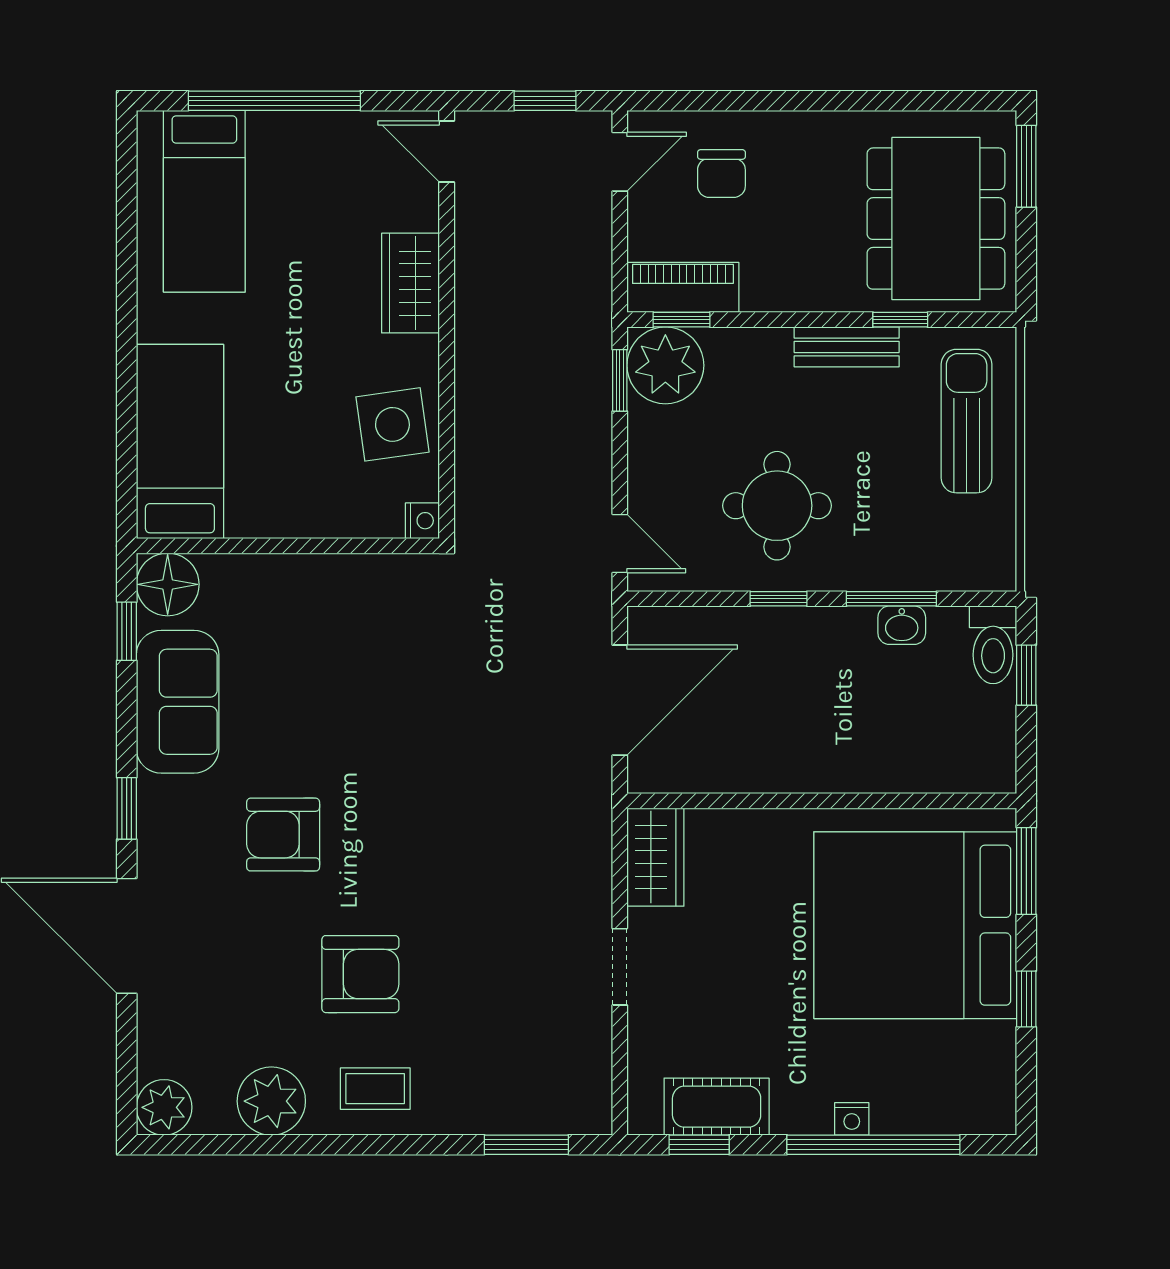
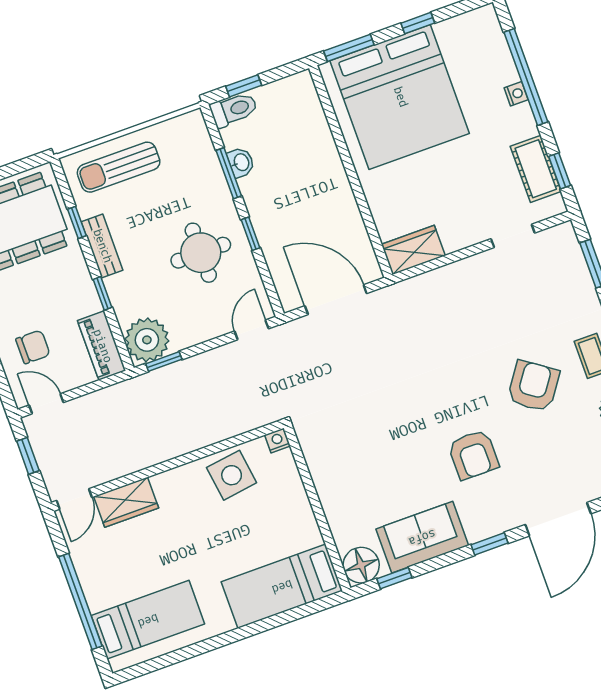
wardrobe: (410, 283) -> (126, 502), moved
window: (681, 320) -> (102, 293), moved
doorway: (620, 967) -> (513, 236), moved
armchair: (360, 974) -> (533, 386), turned 35

